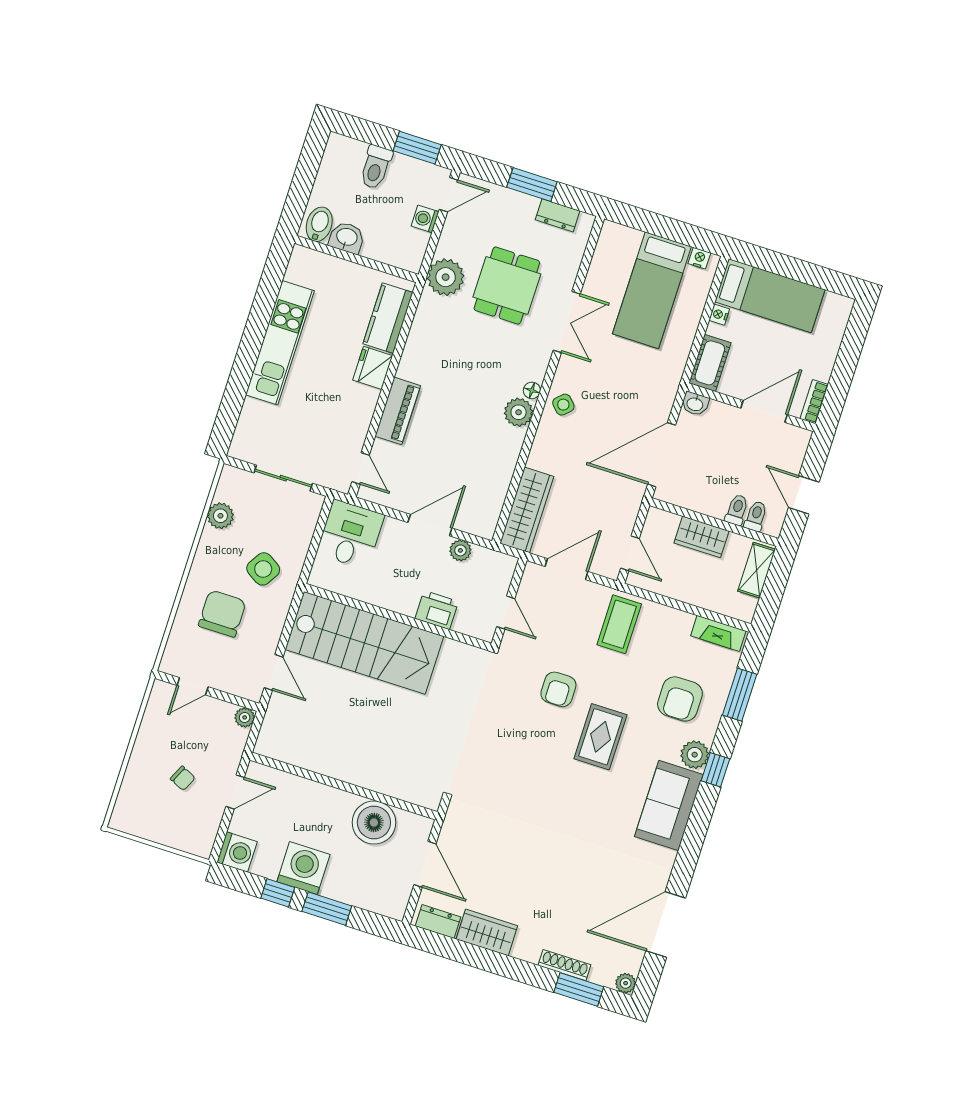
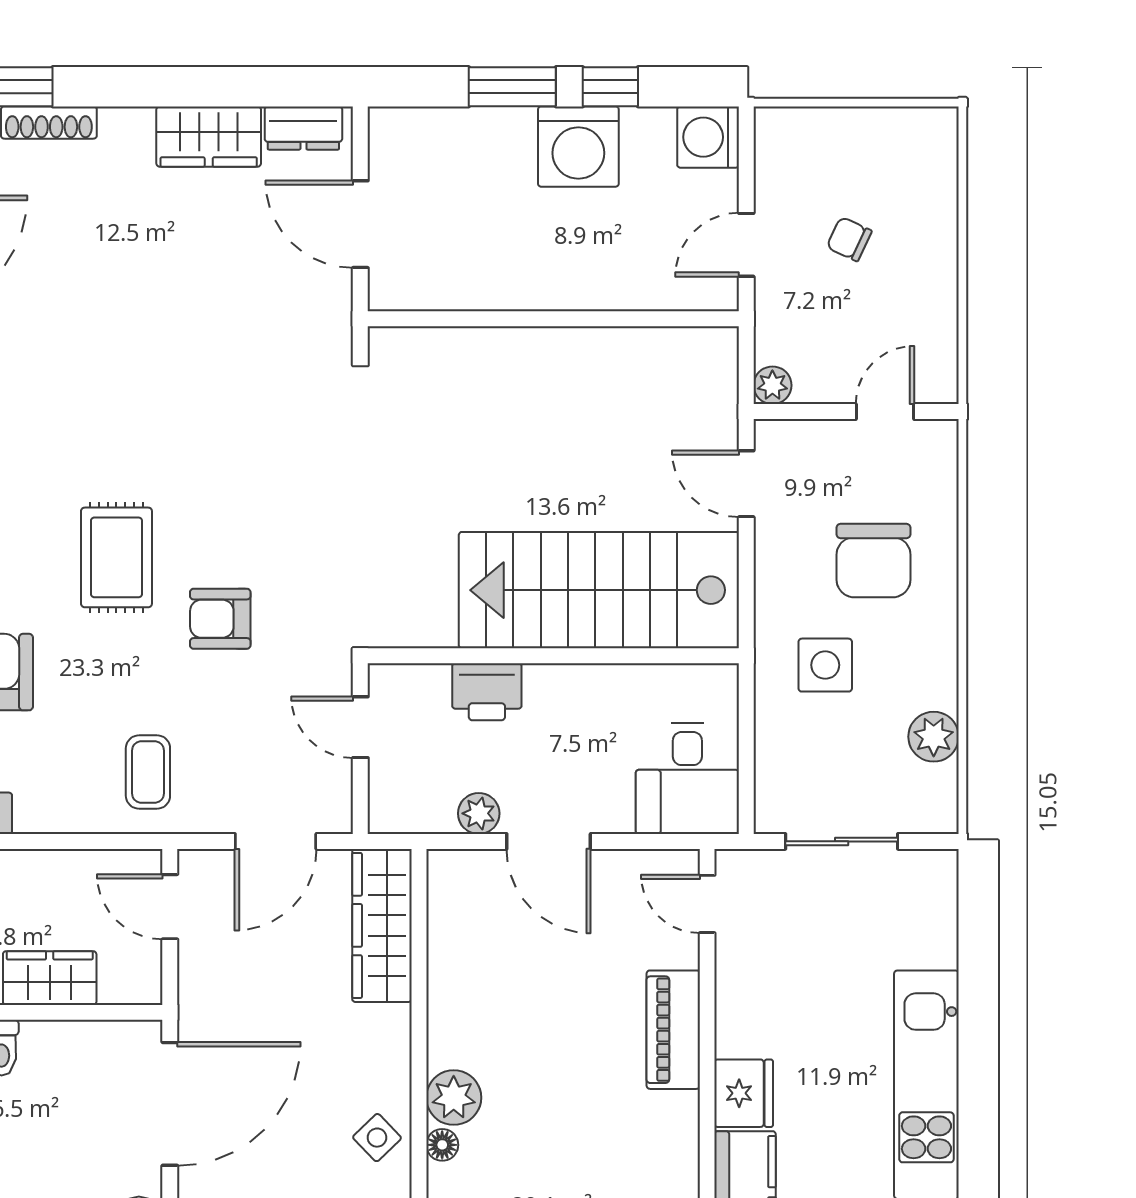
door: (430, 525) -> (549, 841), hinge flipped
side table: (263, 569) -> (825, 665), turned -32
coffee table: (619, 624) -> (148, 772), width x0.73, depth x0.77
armchair: (558, 689) -> (220, 619), turned -90
boiler: (374, 823) -> (477, 270), removed

